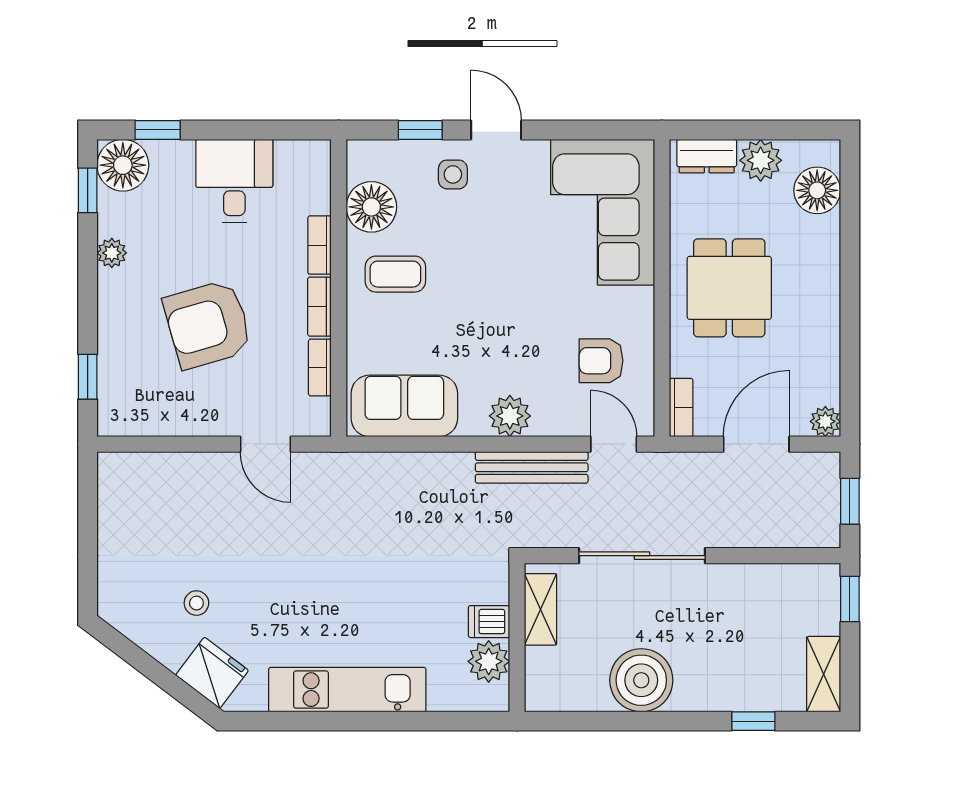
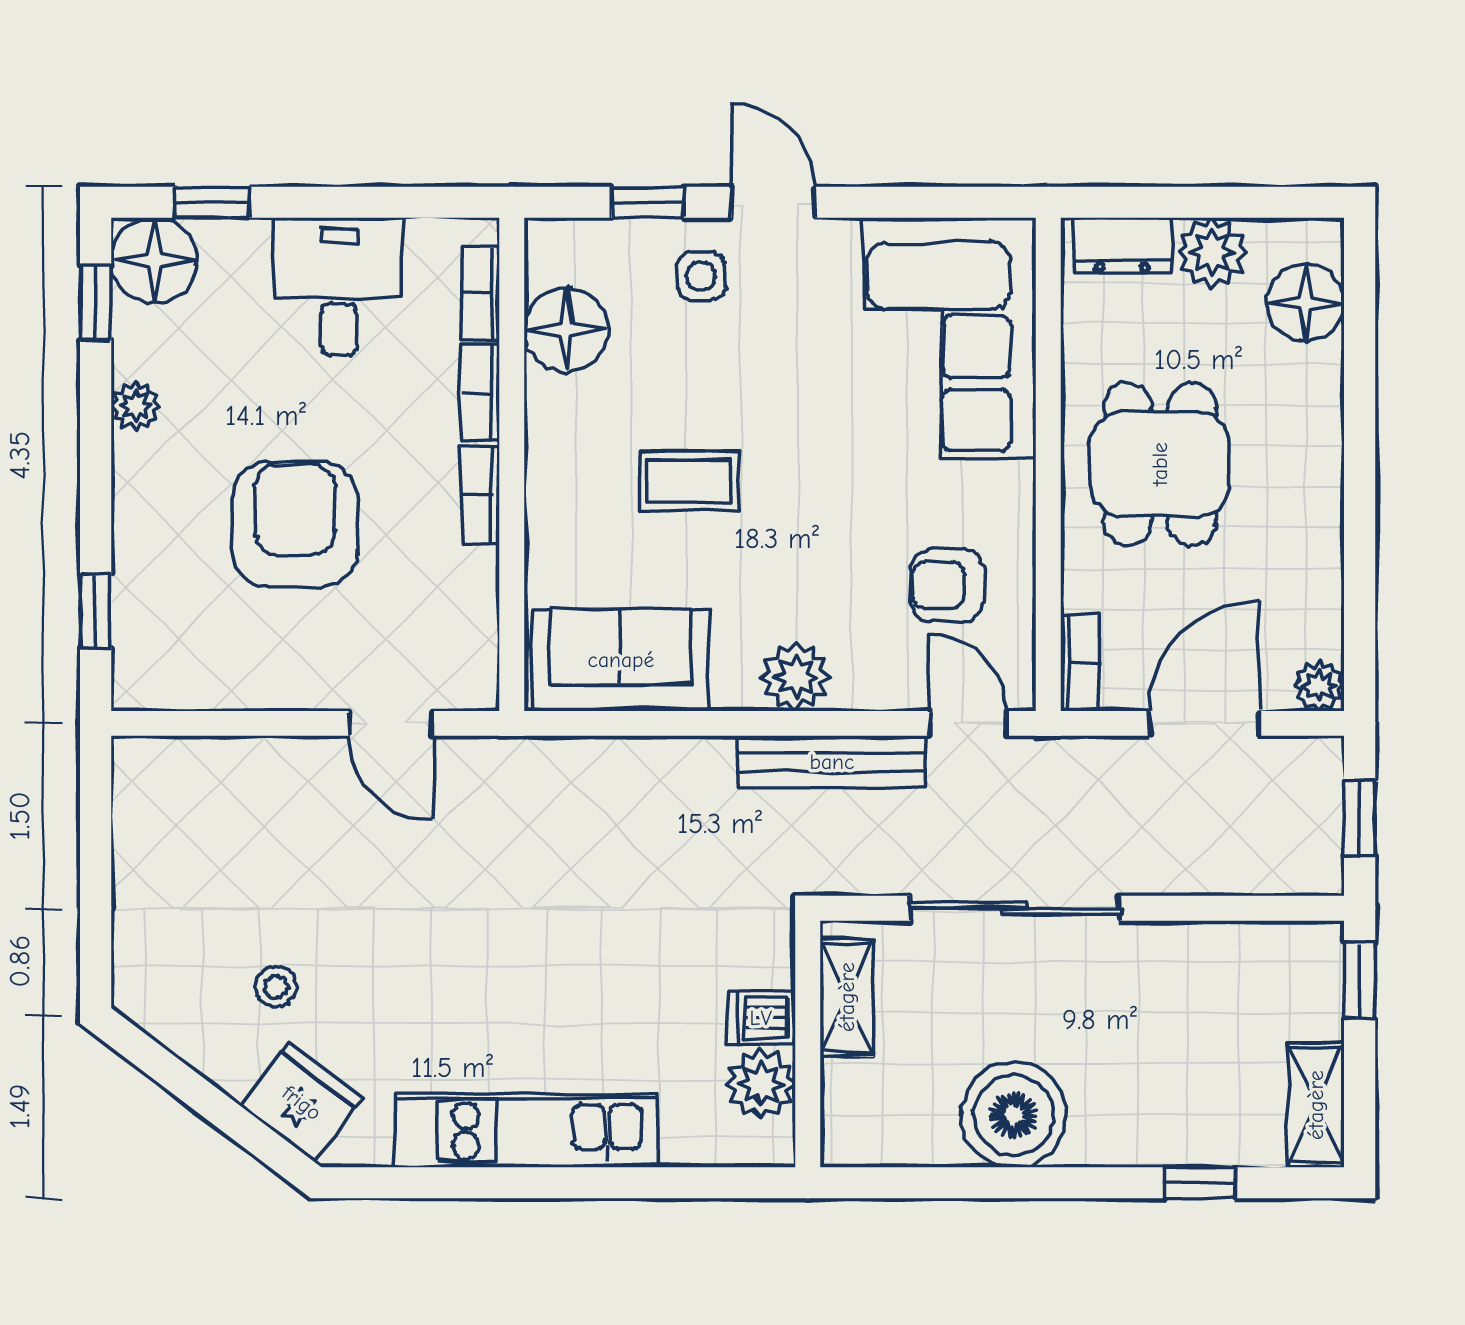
coffee table: (395, 274) -> (689, 481), moved
armchair: (208, 324) -> (295, 525), turned 106
bookcase: (320, 367) -> (481, 293), moved

